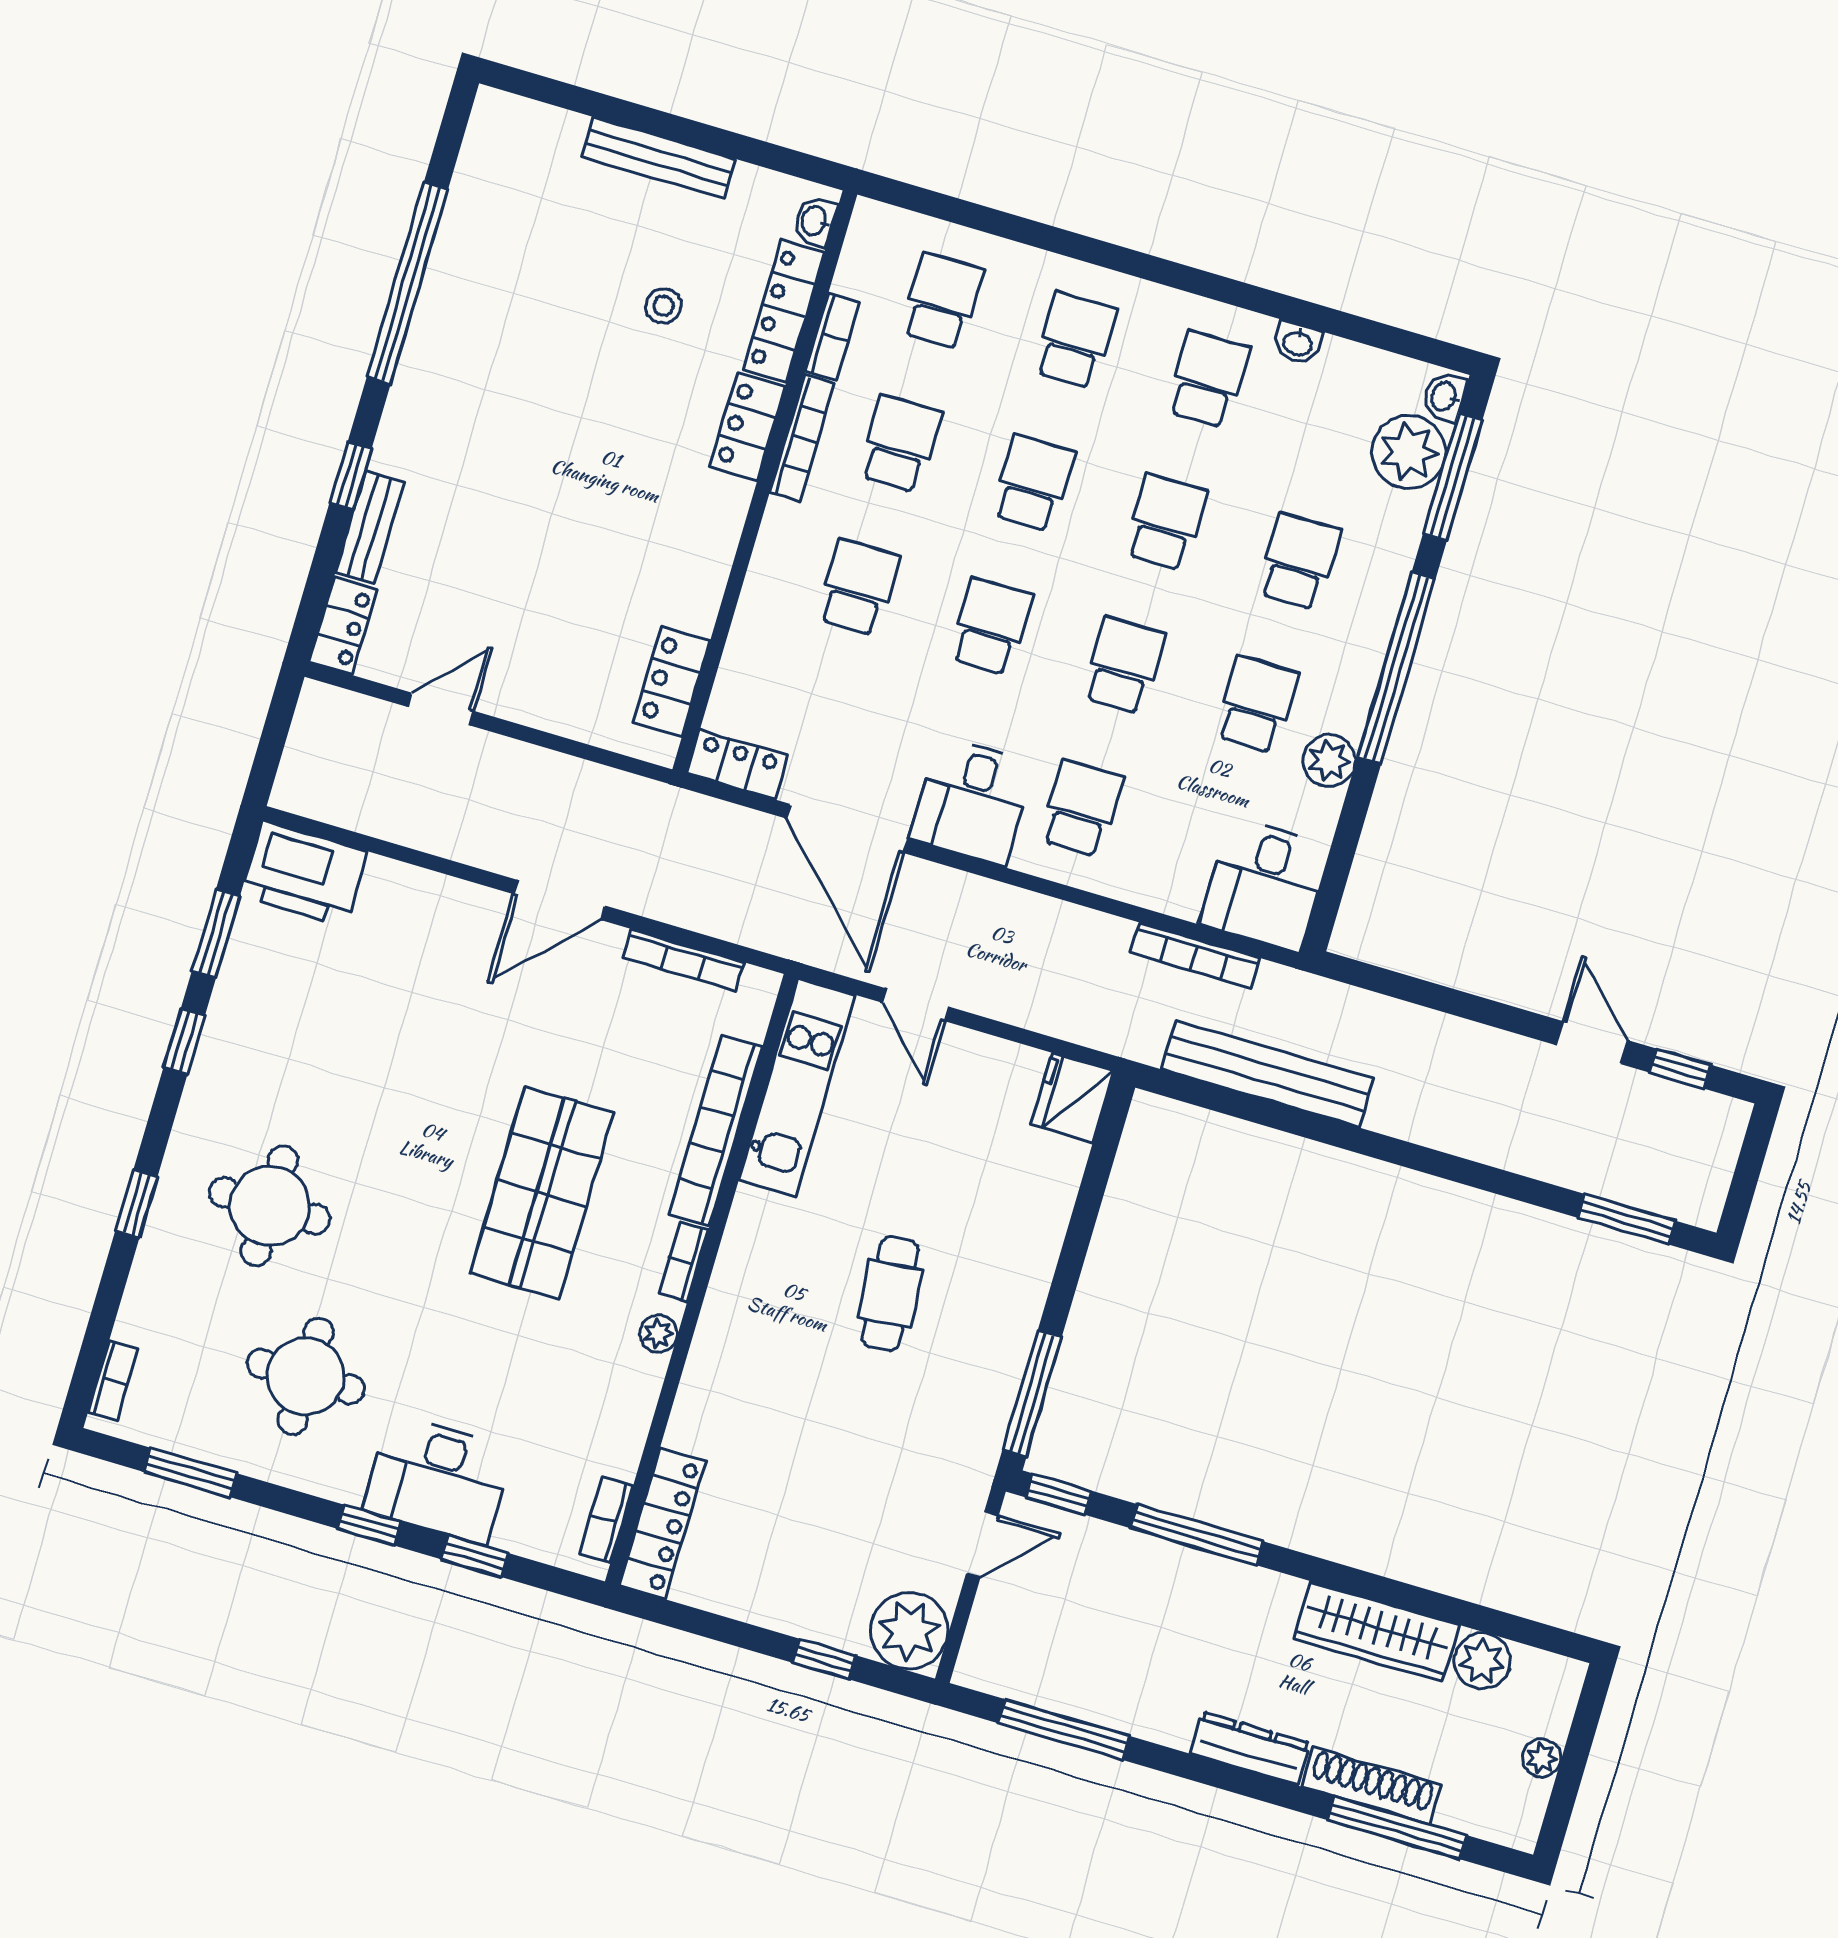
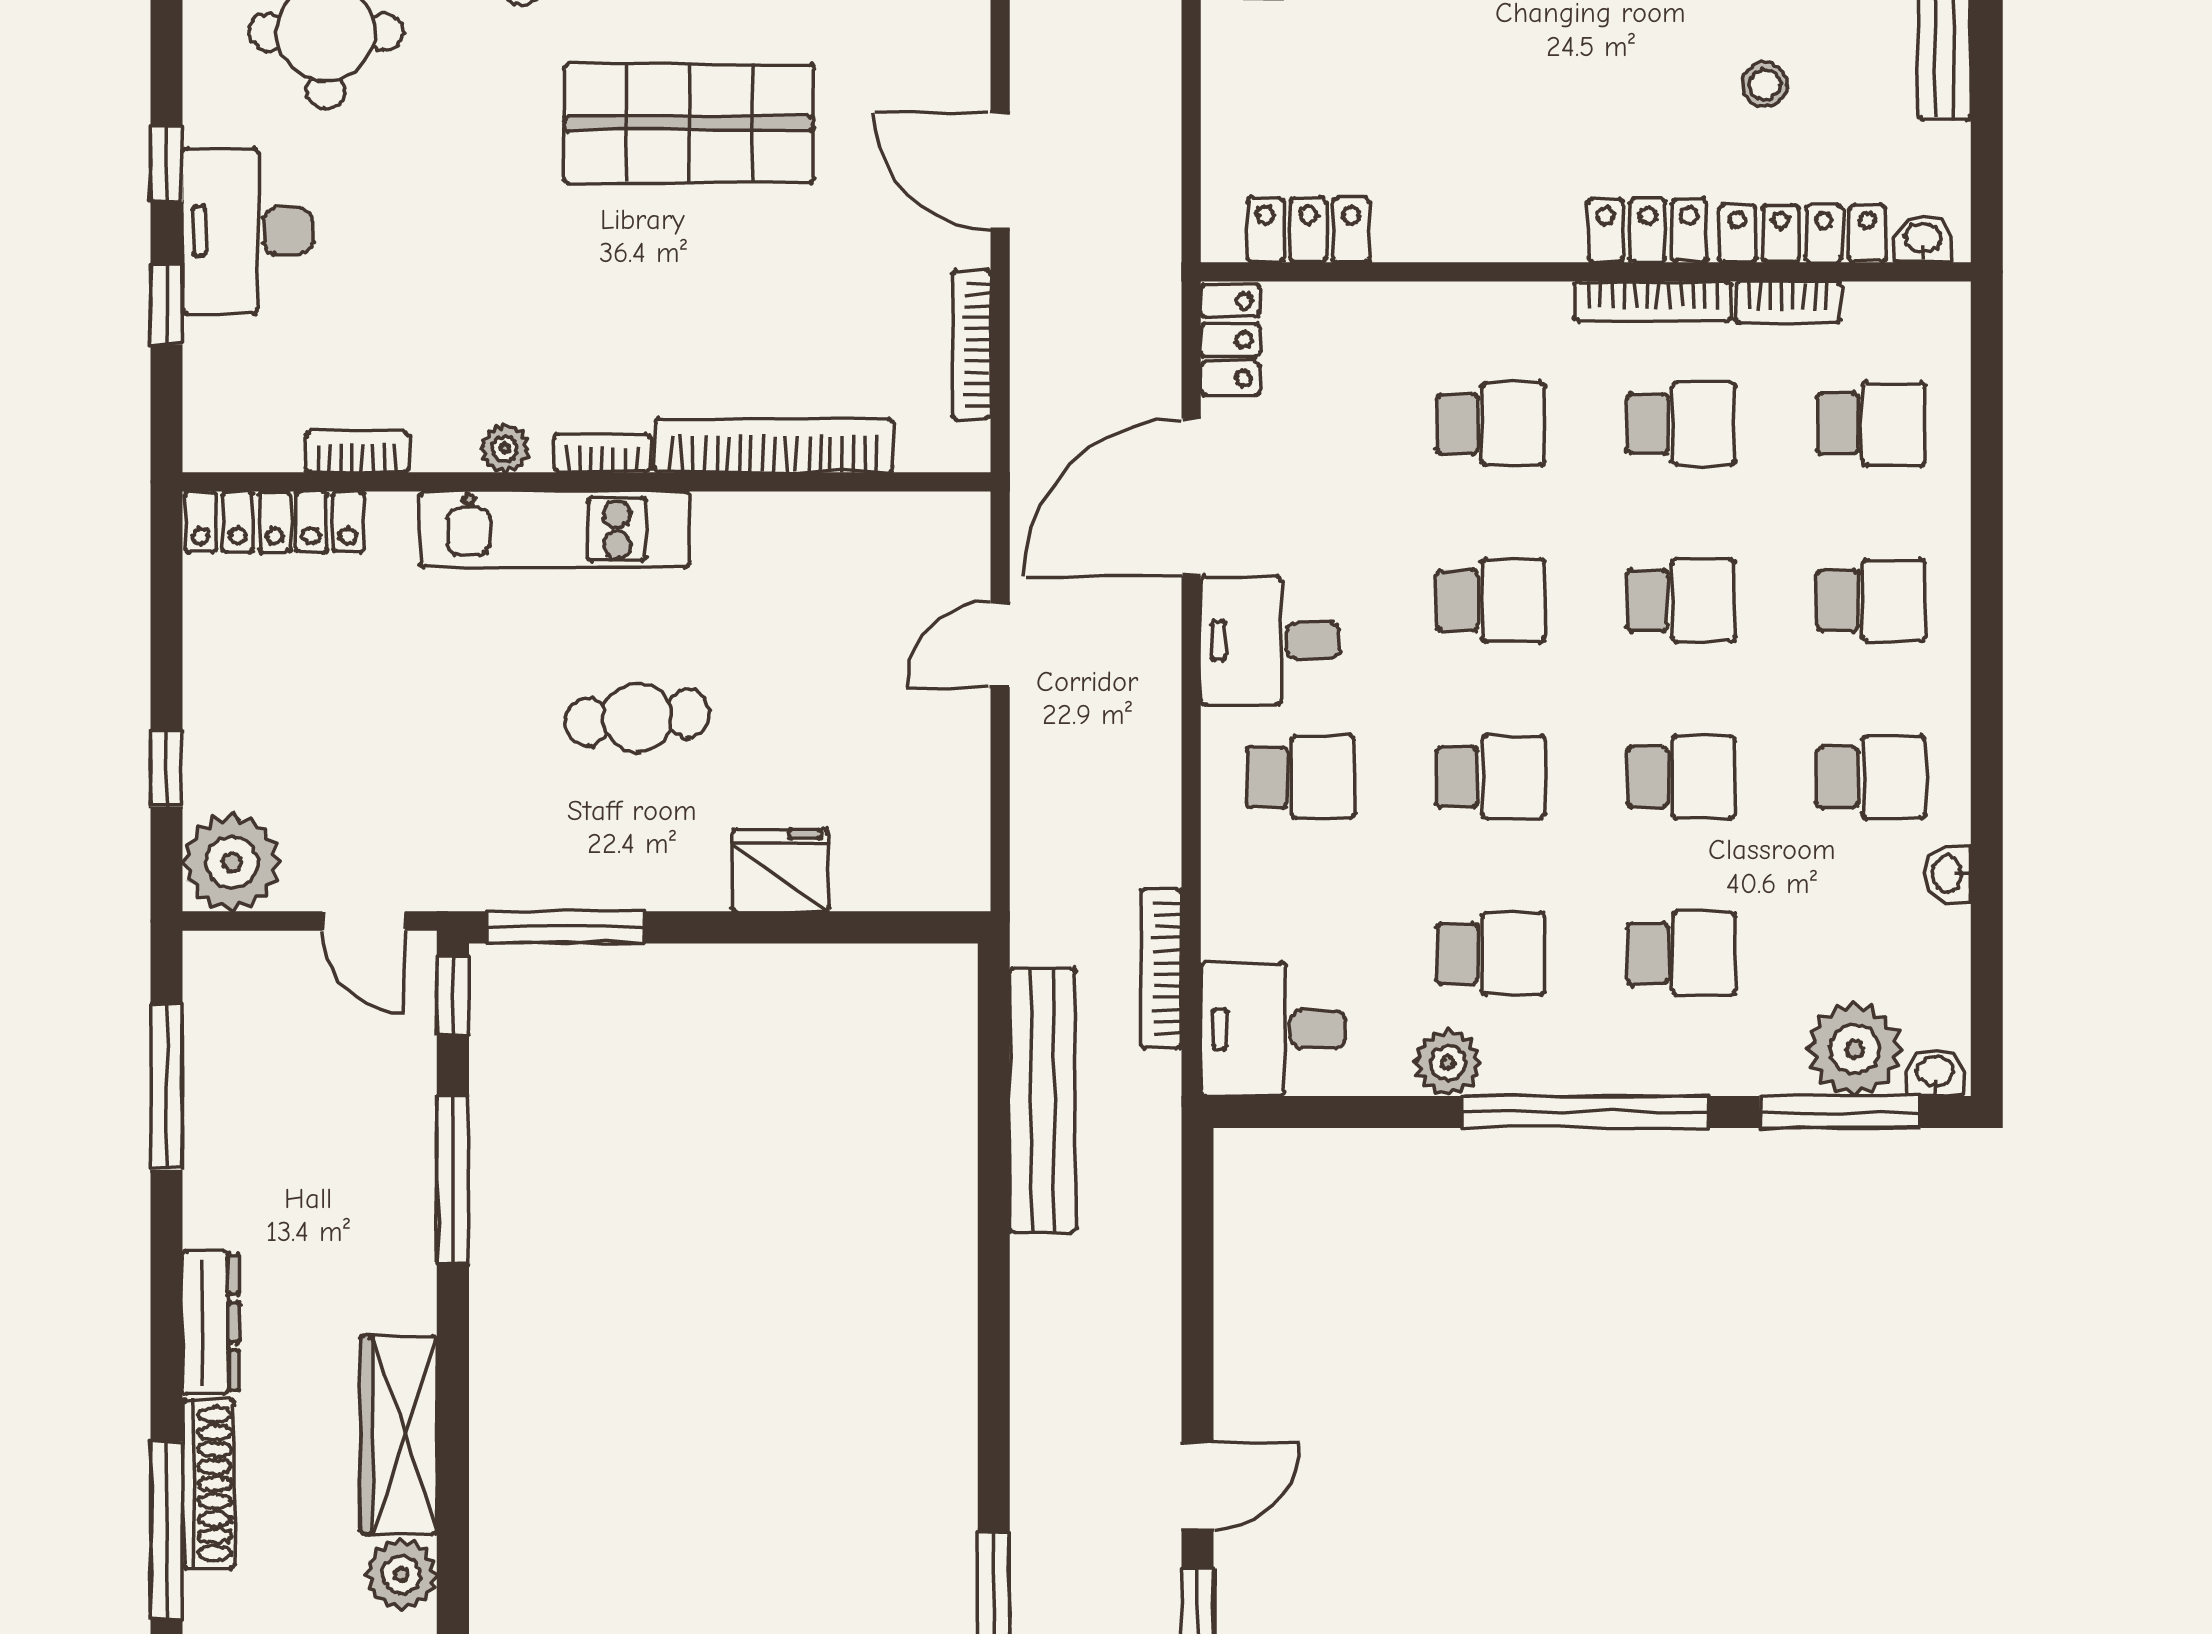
kitchen unit: (797, 1087) -> (555, 529), moved
fridge: (1072, 1098) -> (780, 870), moved
shop shelf: (542, 1193) -> (689, 123), moved
bookcase: (606, 1520) -> (357, 452), moved

